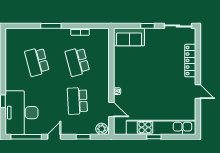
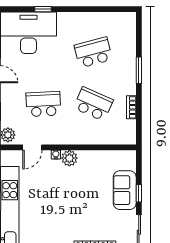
sofa: (129, 37) -> (125, 190), moved
school desk: (77, 62) -> (93, 104), turned 39
plant: (120, 81) -> (69, 158), added

